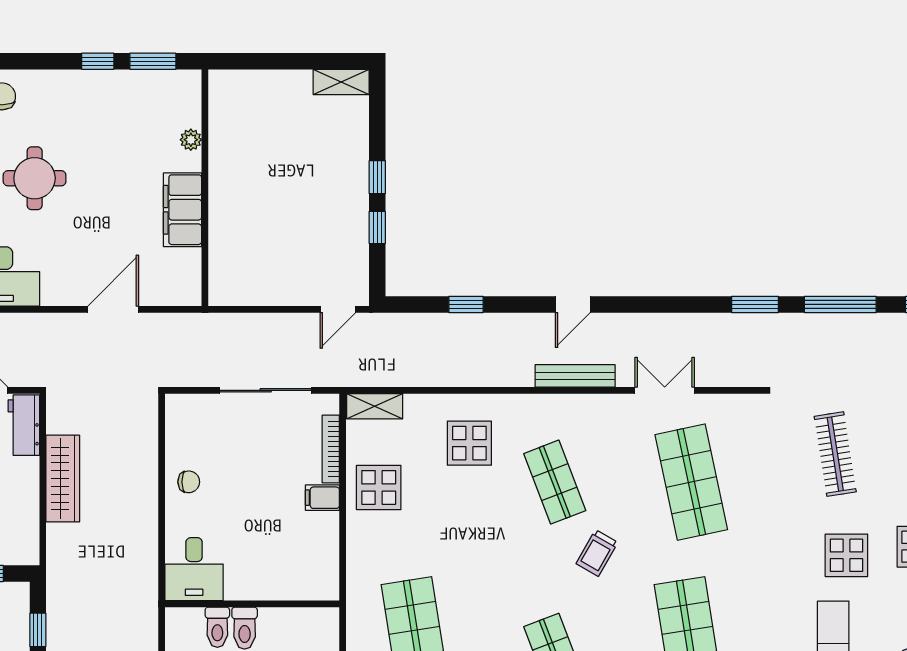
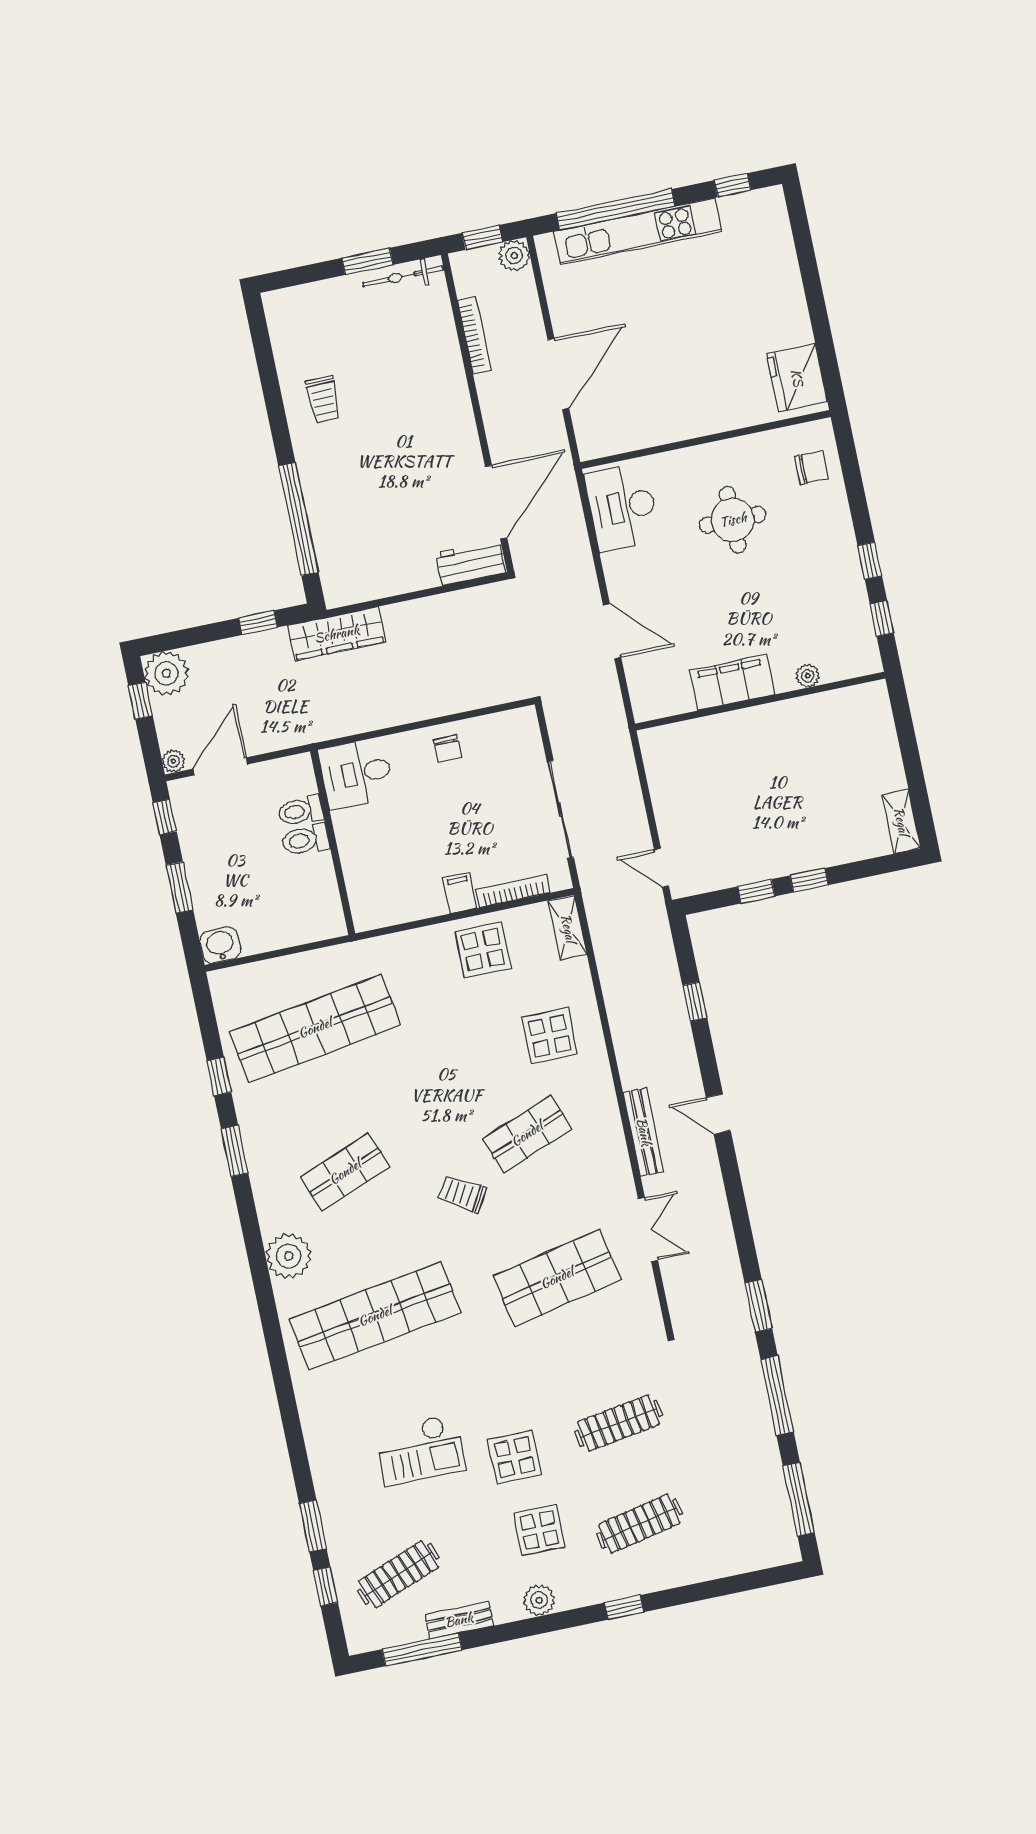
window: (153, 61) -> (882, 619), width x0.67
wardrobe: (63, 479) -> (337, 634), moved

